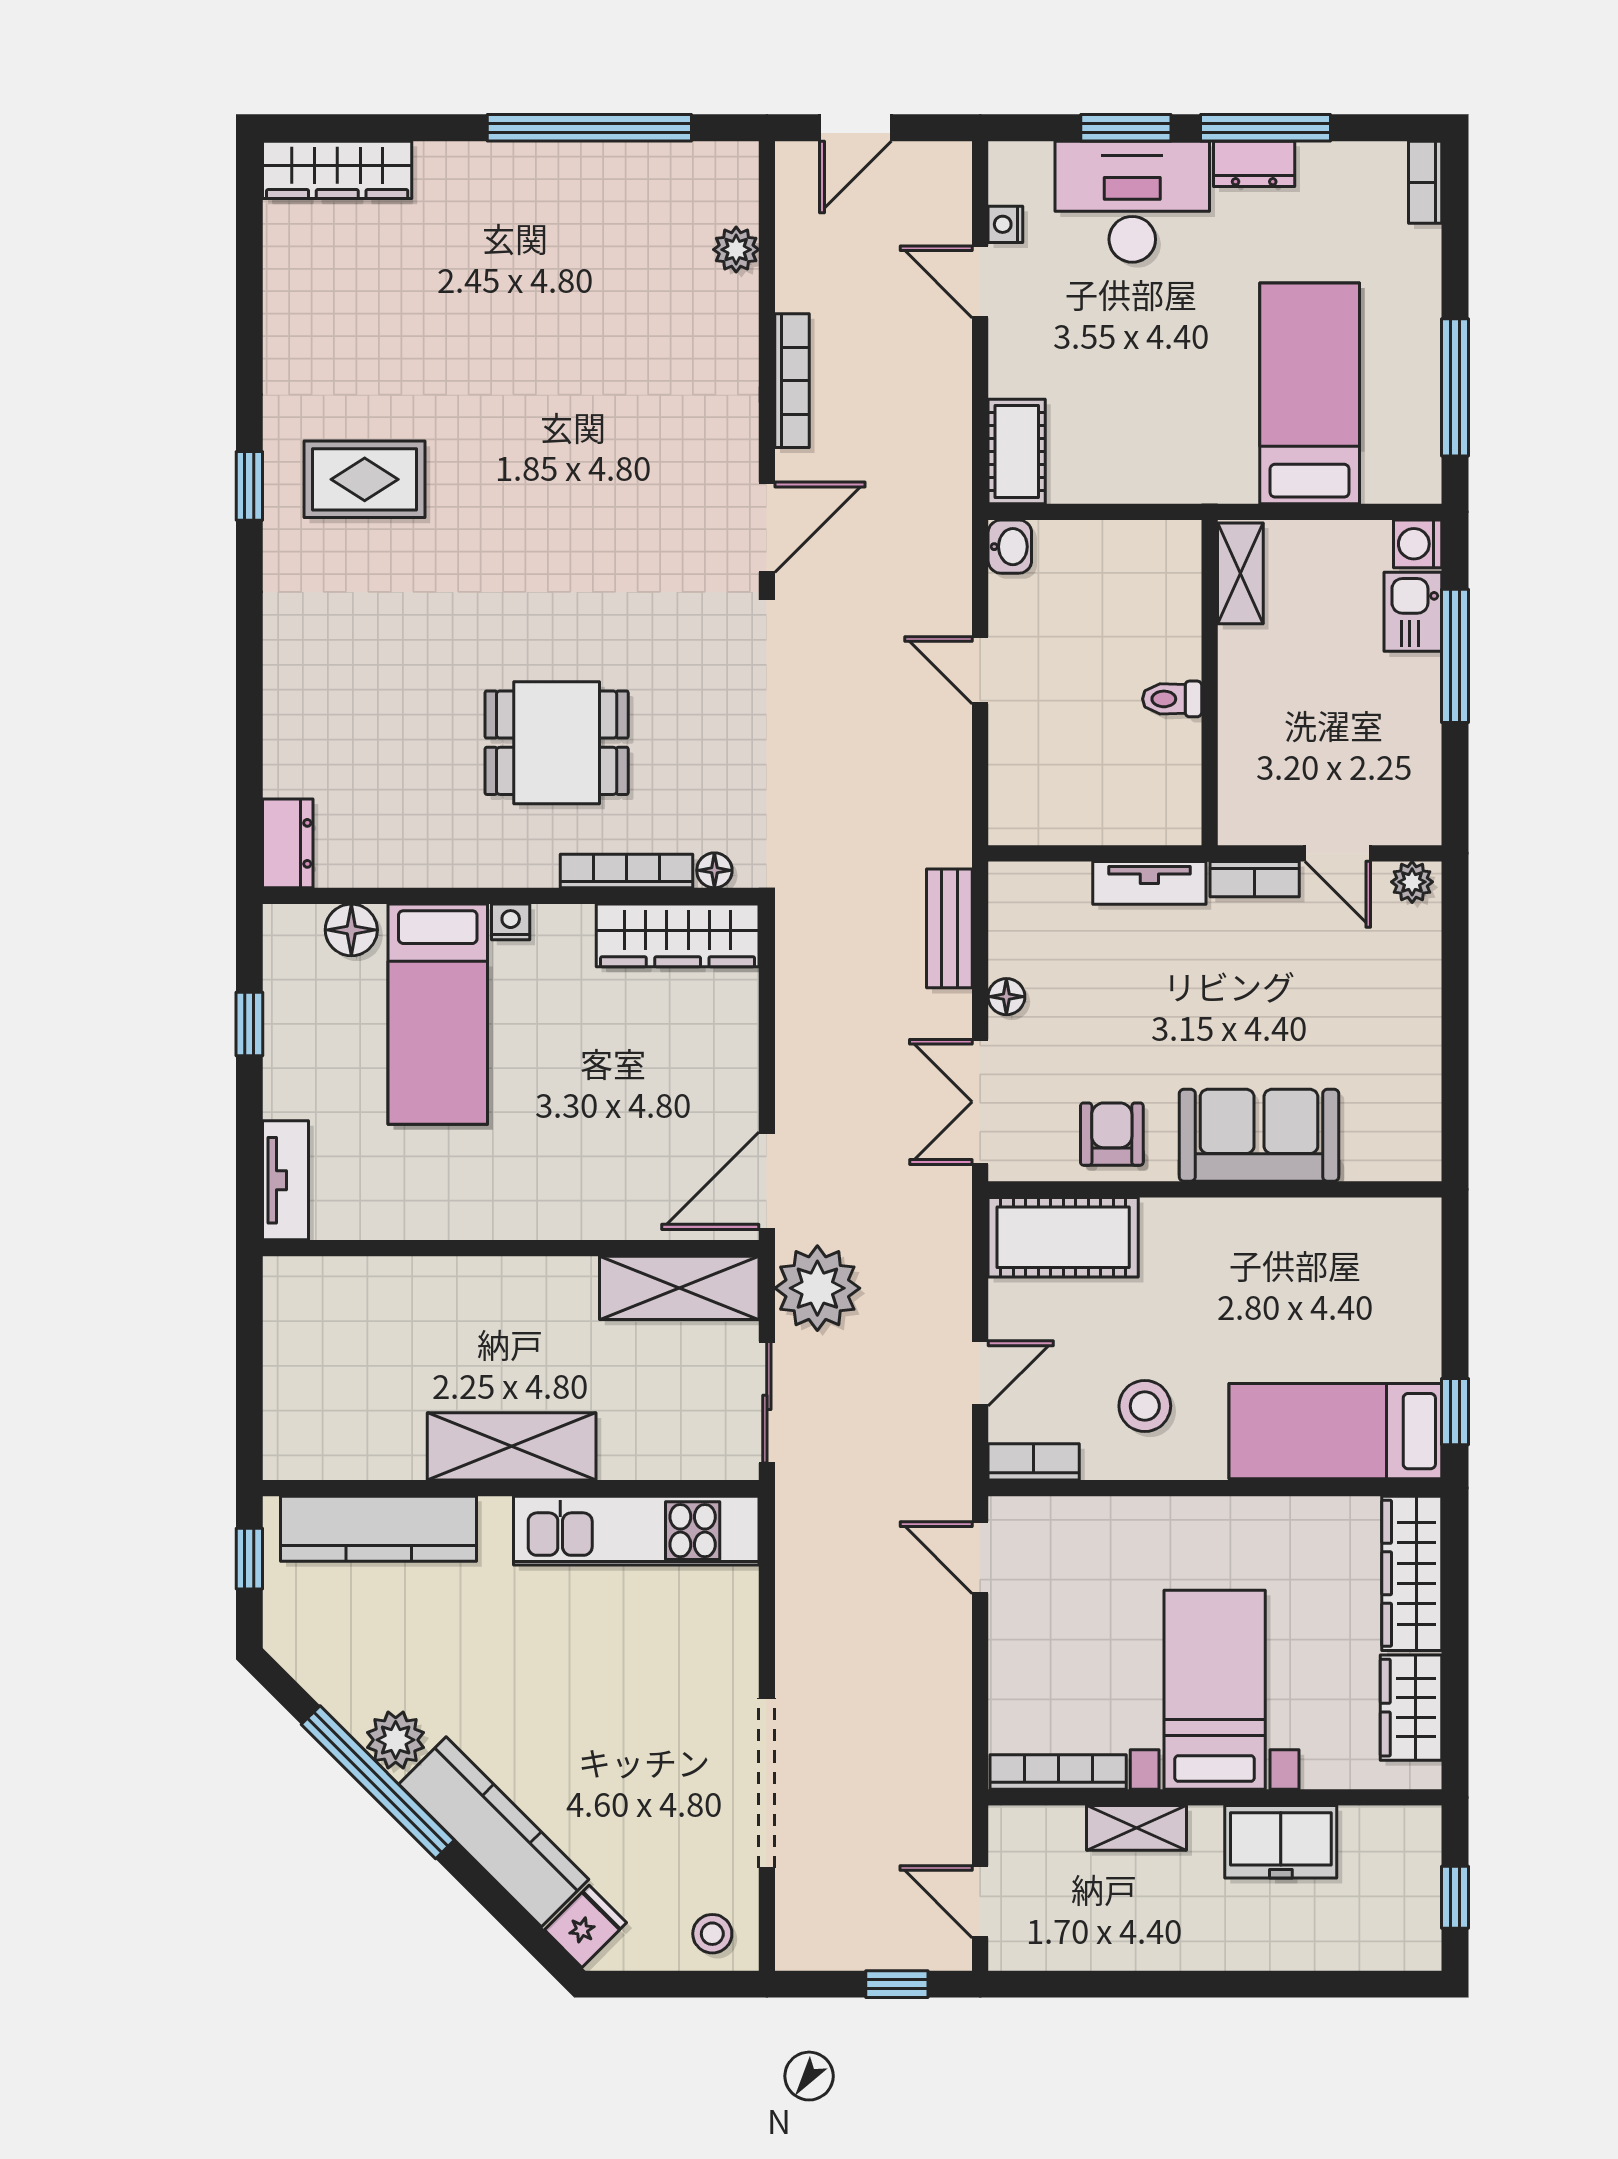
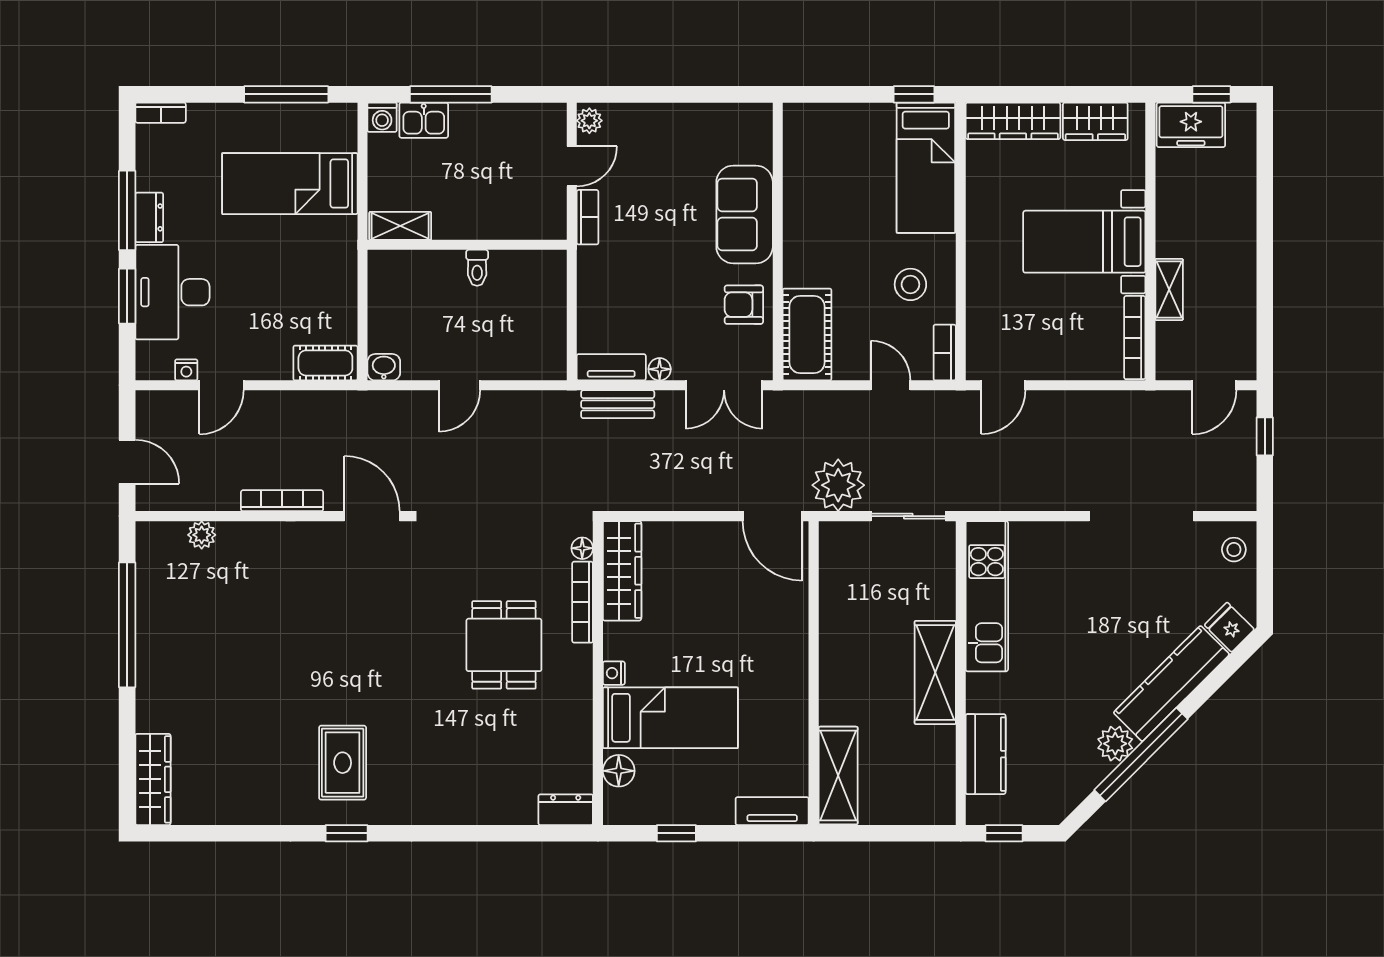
tv unit: (1149, 883) -> (611, 367), moved, turned -90
shelving: (679, 1288) -> (838, 776), moved
kitchen counter: (379, 1529) -> (986, 754), width x0.67
freezer: (1281, 1842) -> (1191, 125), moved, turned 90

